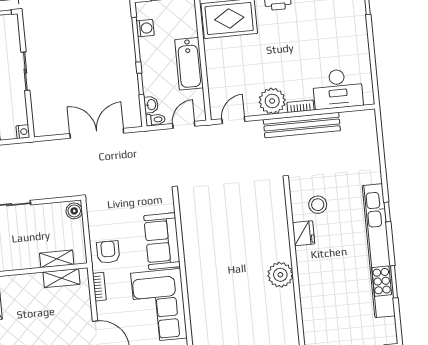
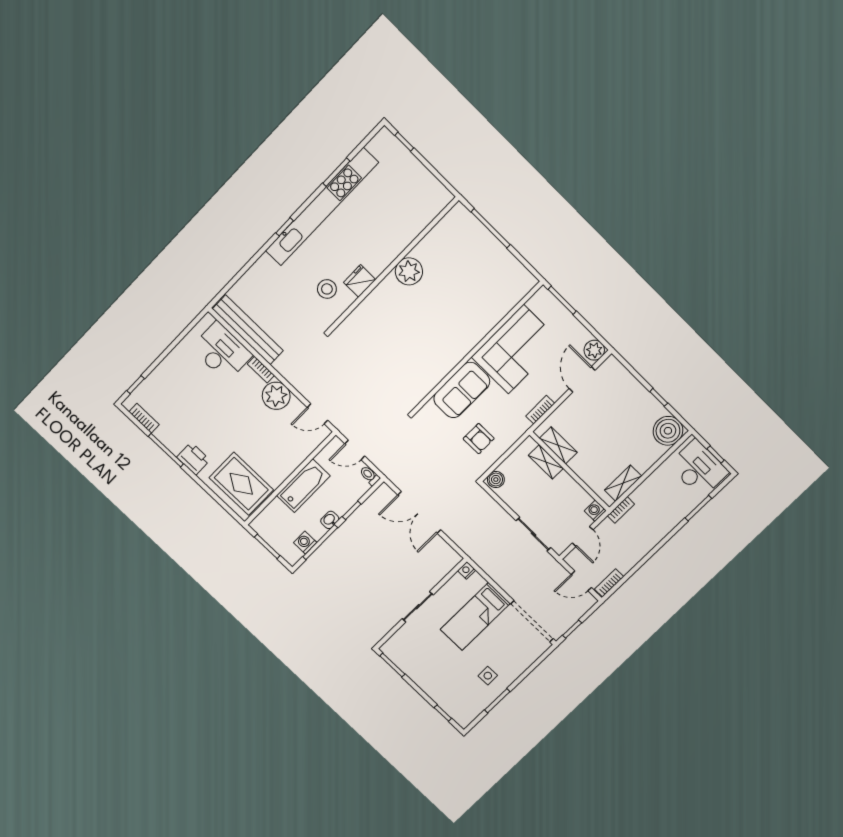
washbasin: (151, 105) -> (330, 520), moved
bench: (302, 125) -> (248, 330), moved
armchair: (108, 252) -> (479, 439), moved, turned -90

